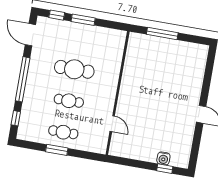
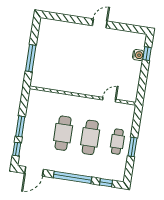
cafe table: (69, 101) -> (90, 137), width x1.37, depth x1.35

